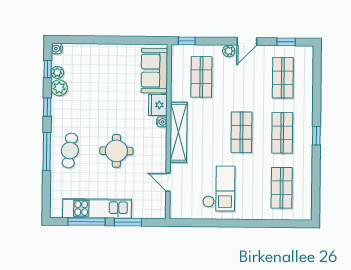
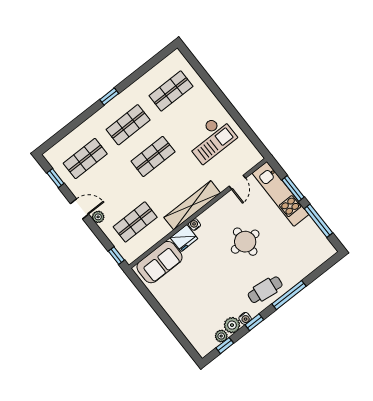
water cooler: (57, 49) -> (245, 318), moved
cafe table: (70, 151) -> (265, 290), moved
checkout: (219, 189) -> (211, 139), turned 180
kitchen unit: (97, 208) -> (280, 194), moved

